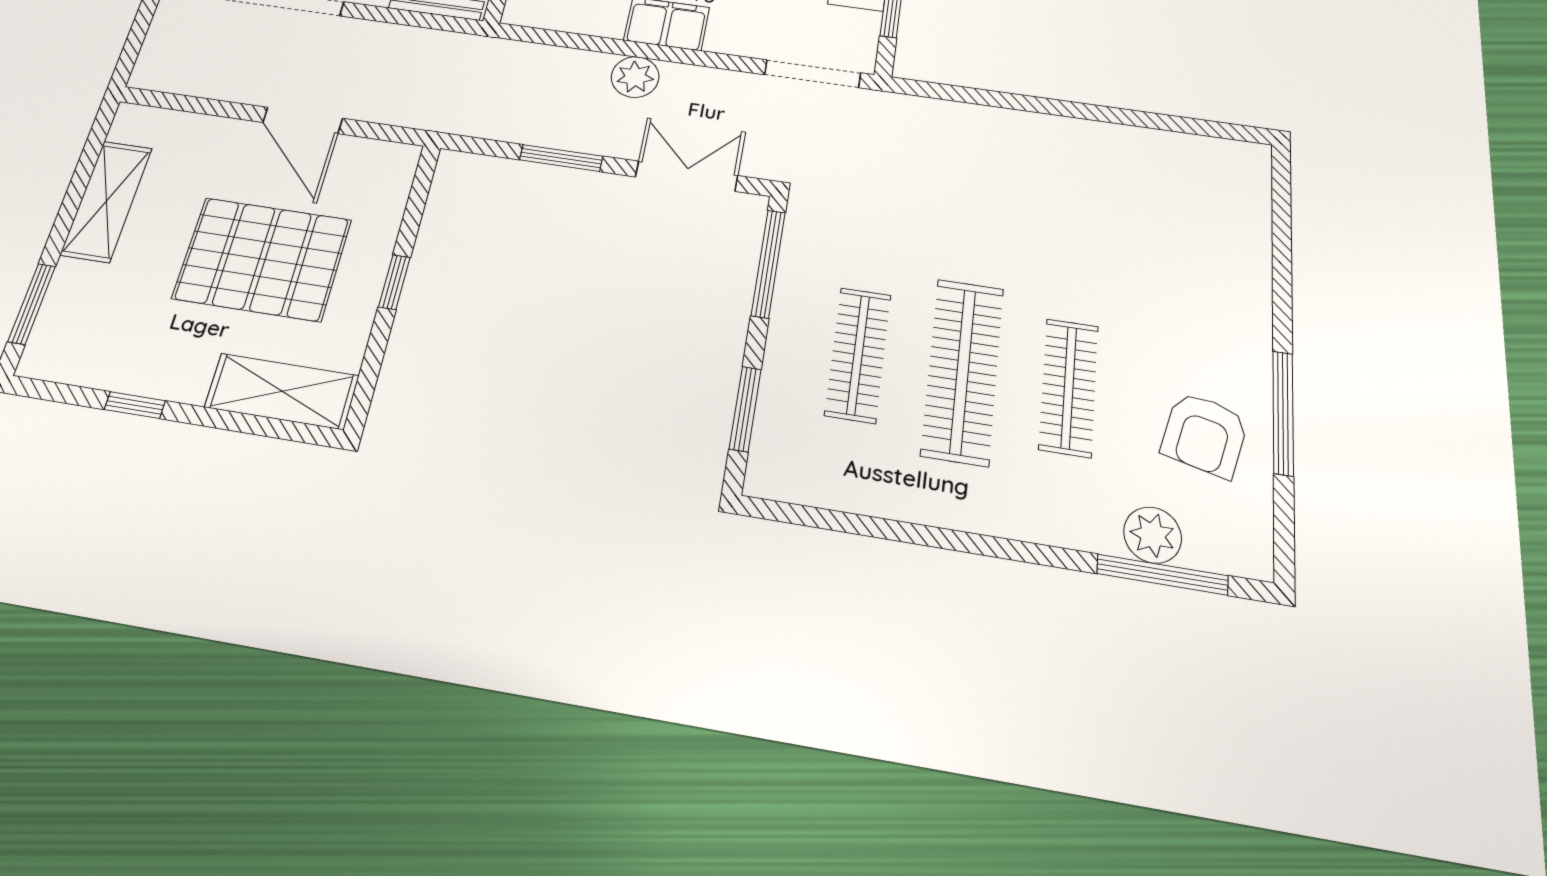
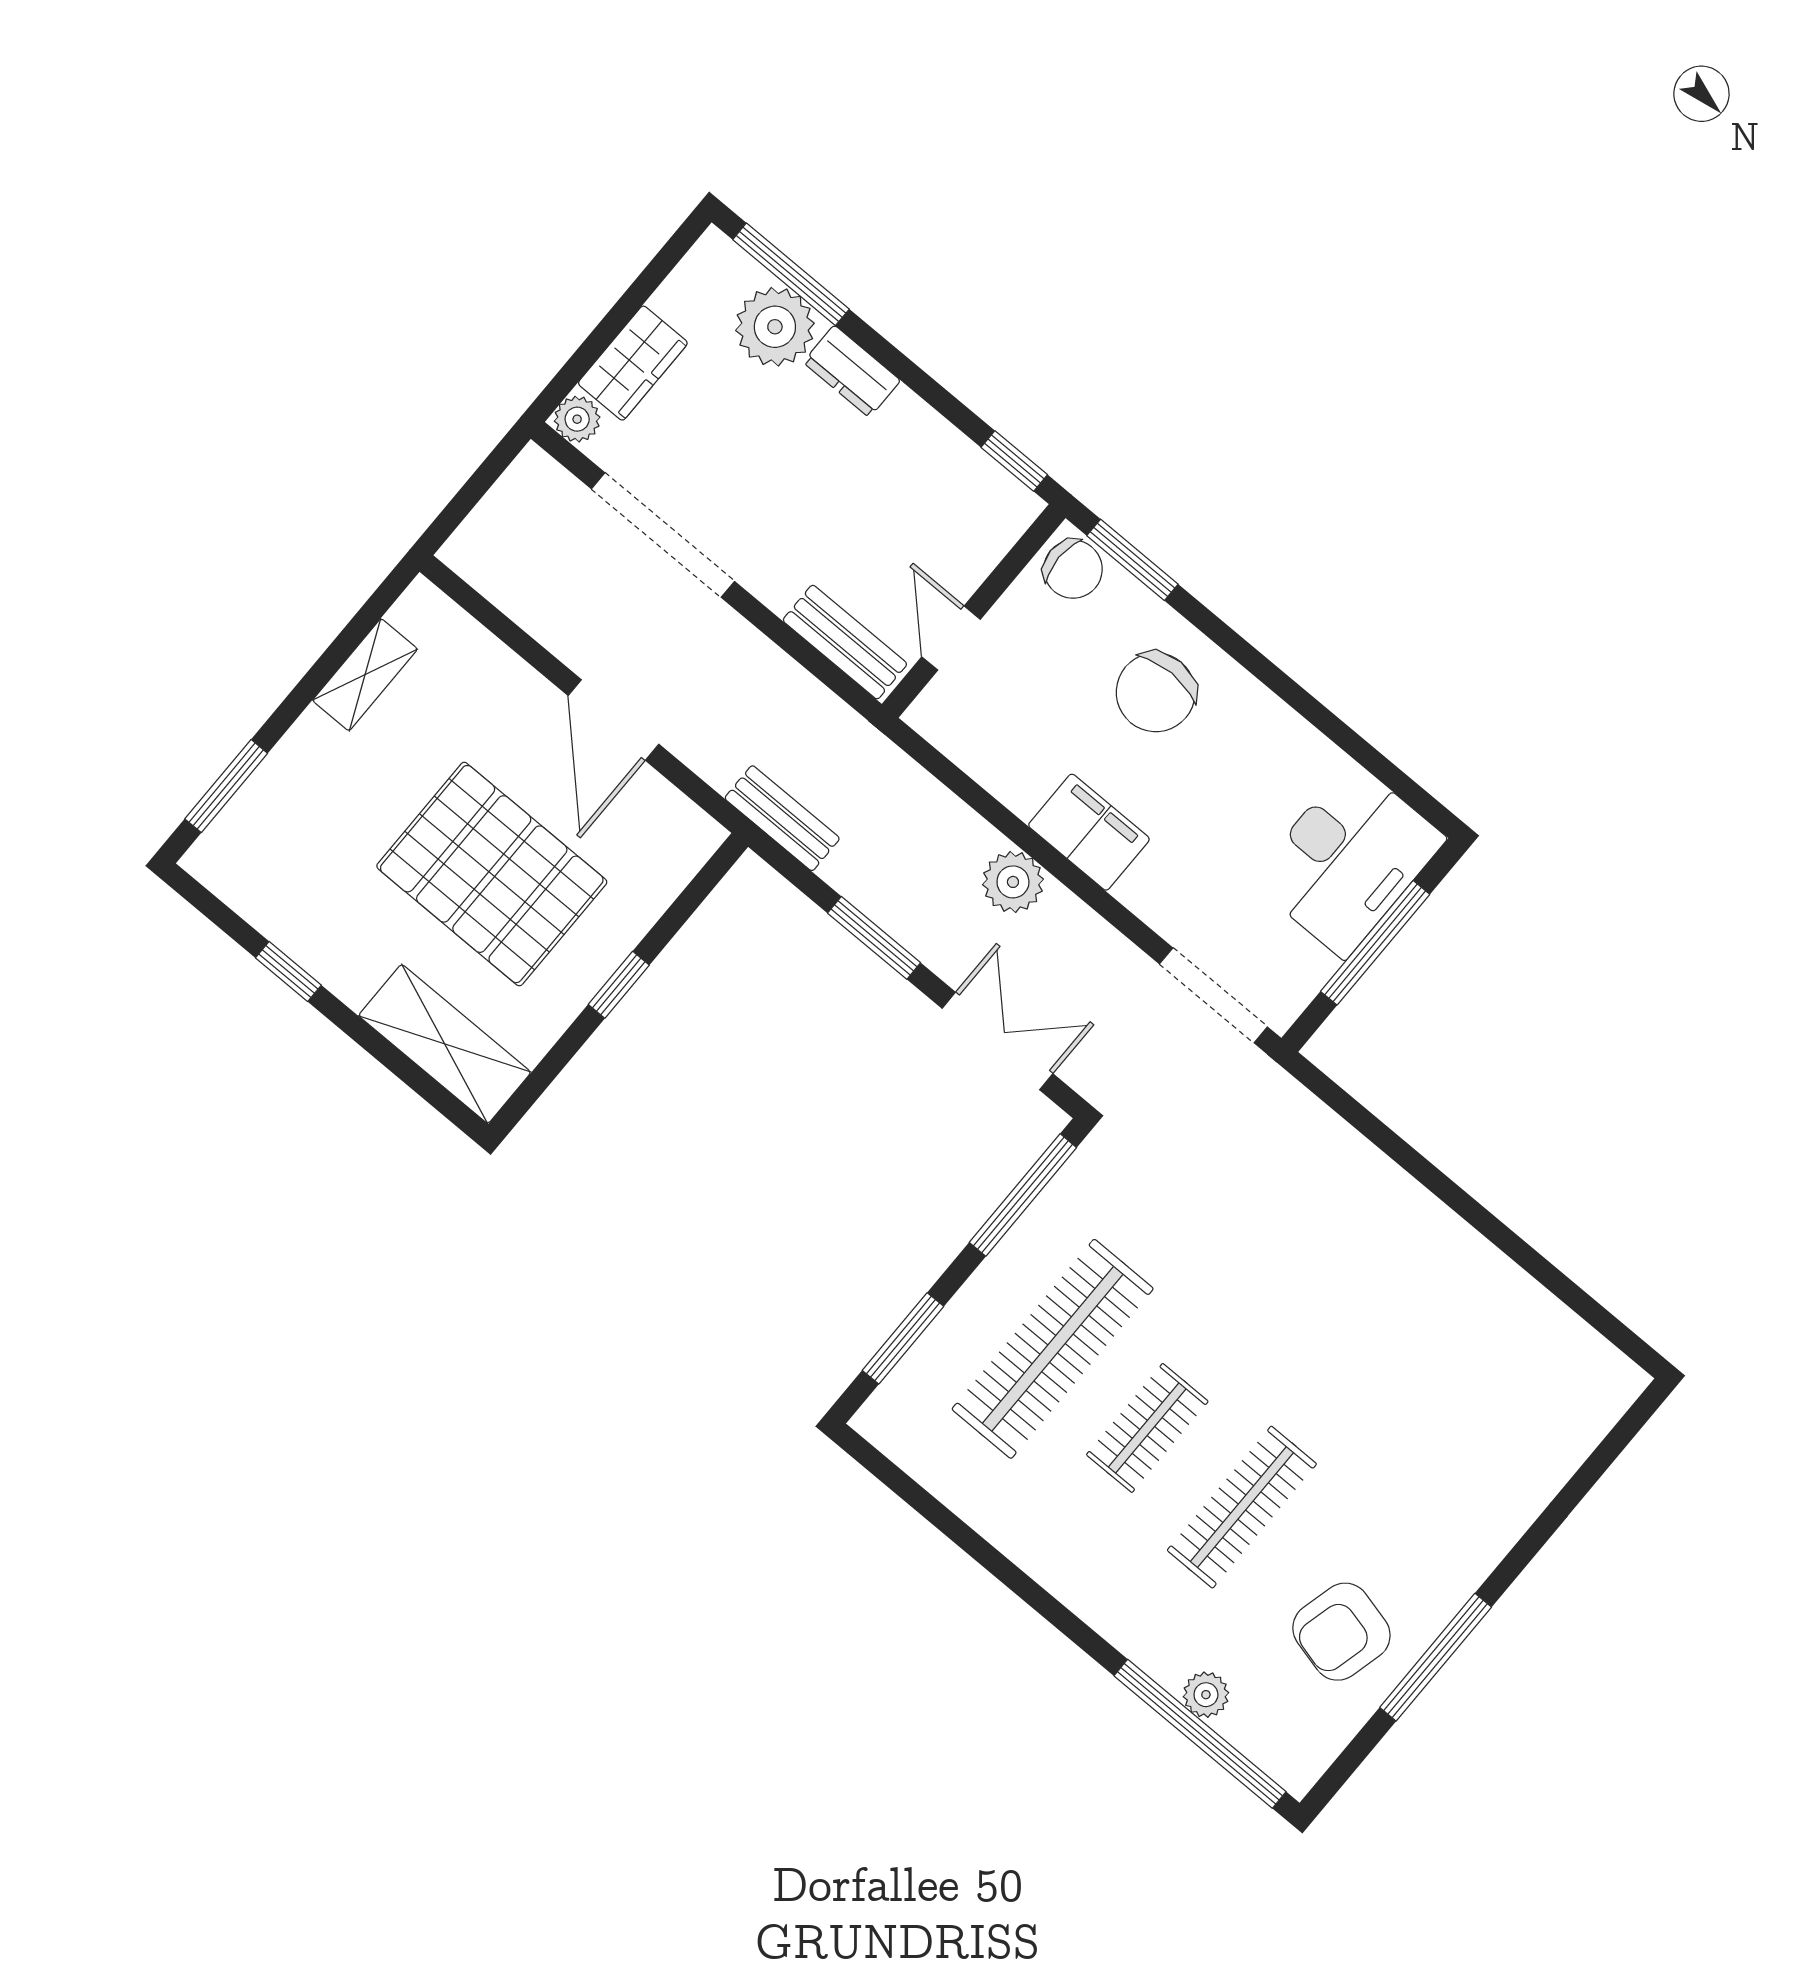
bench: (454, 119) -> (782, 818), added
shelving: (107, 201) -> (365, 675), width x0.67, depth x0.75
clothes rail: (858, 355) -> (1053, 1349), width x1.37, depth x1.31
clothes rail: (963, 371) -> (1147, 1428), width x0.54, depth x0.76
plant: (1153, 535) -> (1206, 1695), width x0.73, depth x0.73
window: (1162, 575) -> (1200, 1734), width x1.46

